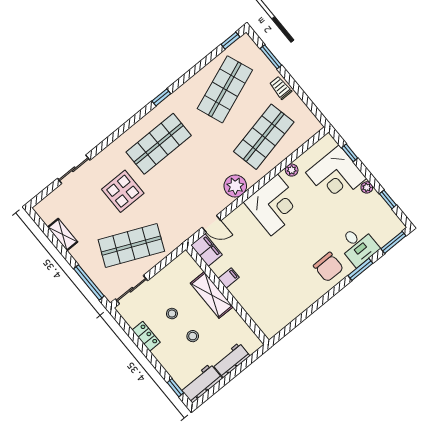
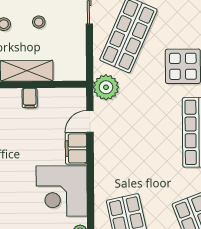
plant: (235, 186) -> (106, 87), moved
filing cabinet: (207, 250) -> (76, 148), moved, turned 90

